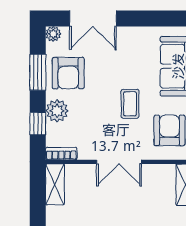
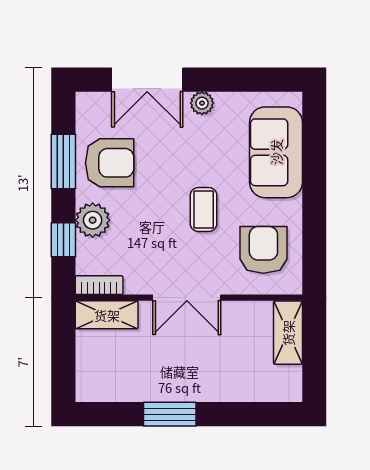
plant: (53, 34) -> (202, 103), moved
armchair: (68, 73) -> (110, 163), turned -90
shelving: (55, 184) -> (107, 315), moved, turned 90

